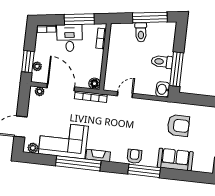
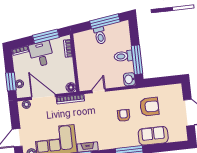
armchair: (134, 156) -> (124, 115), moved

